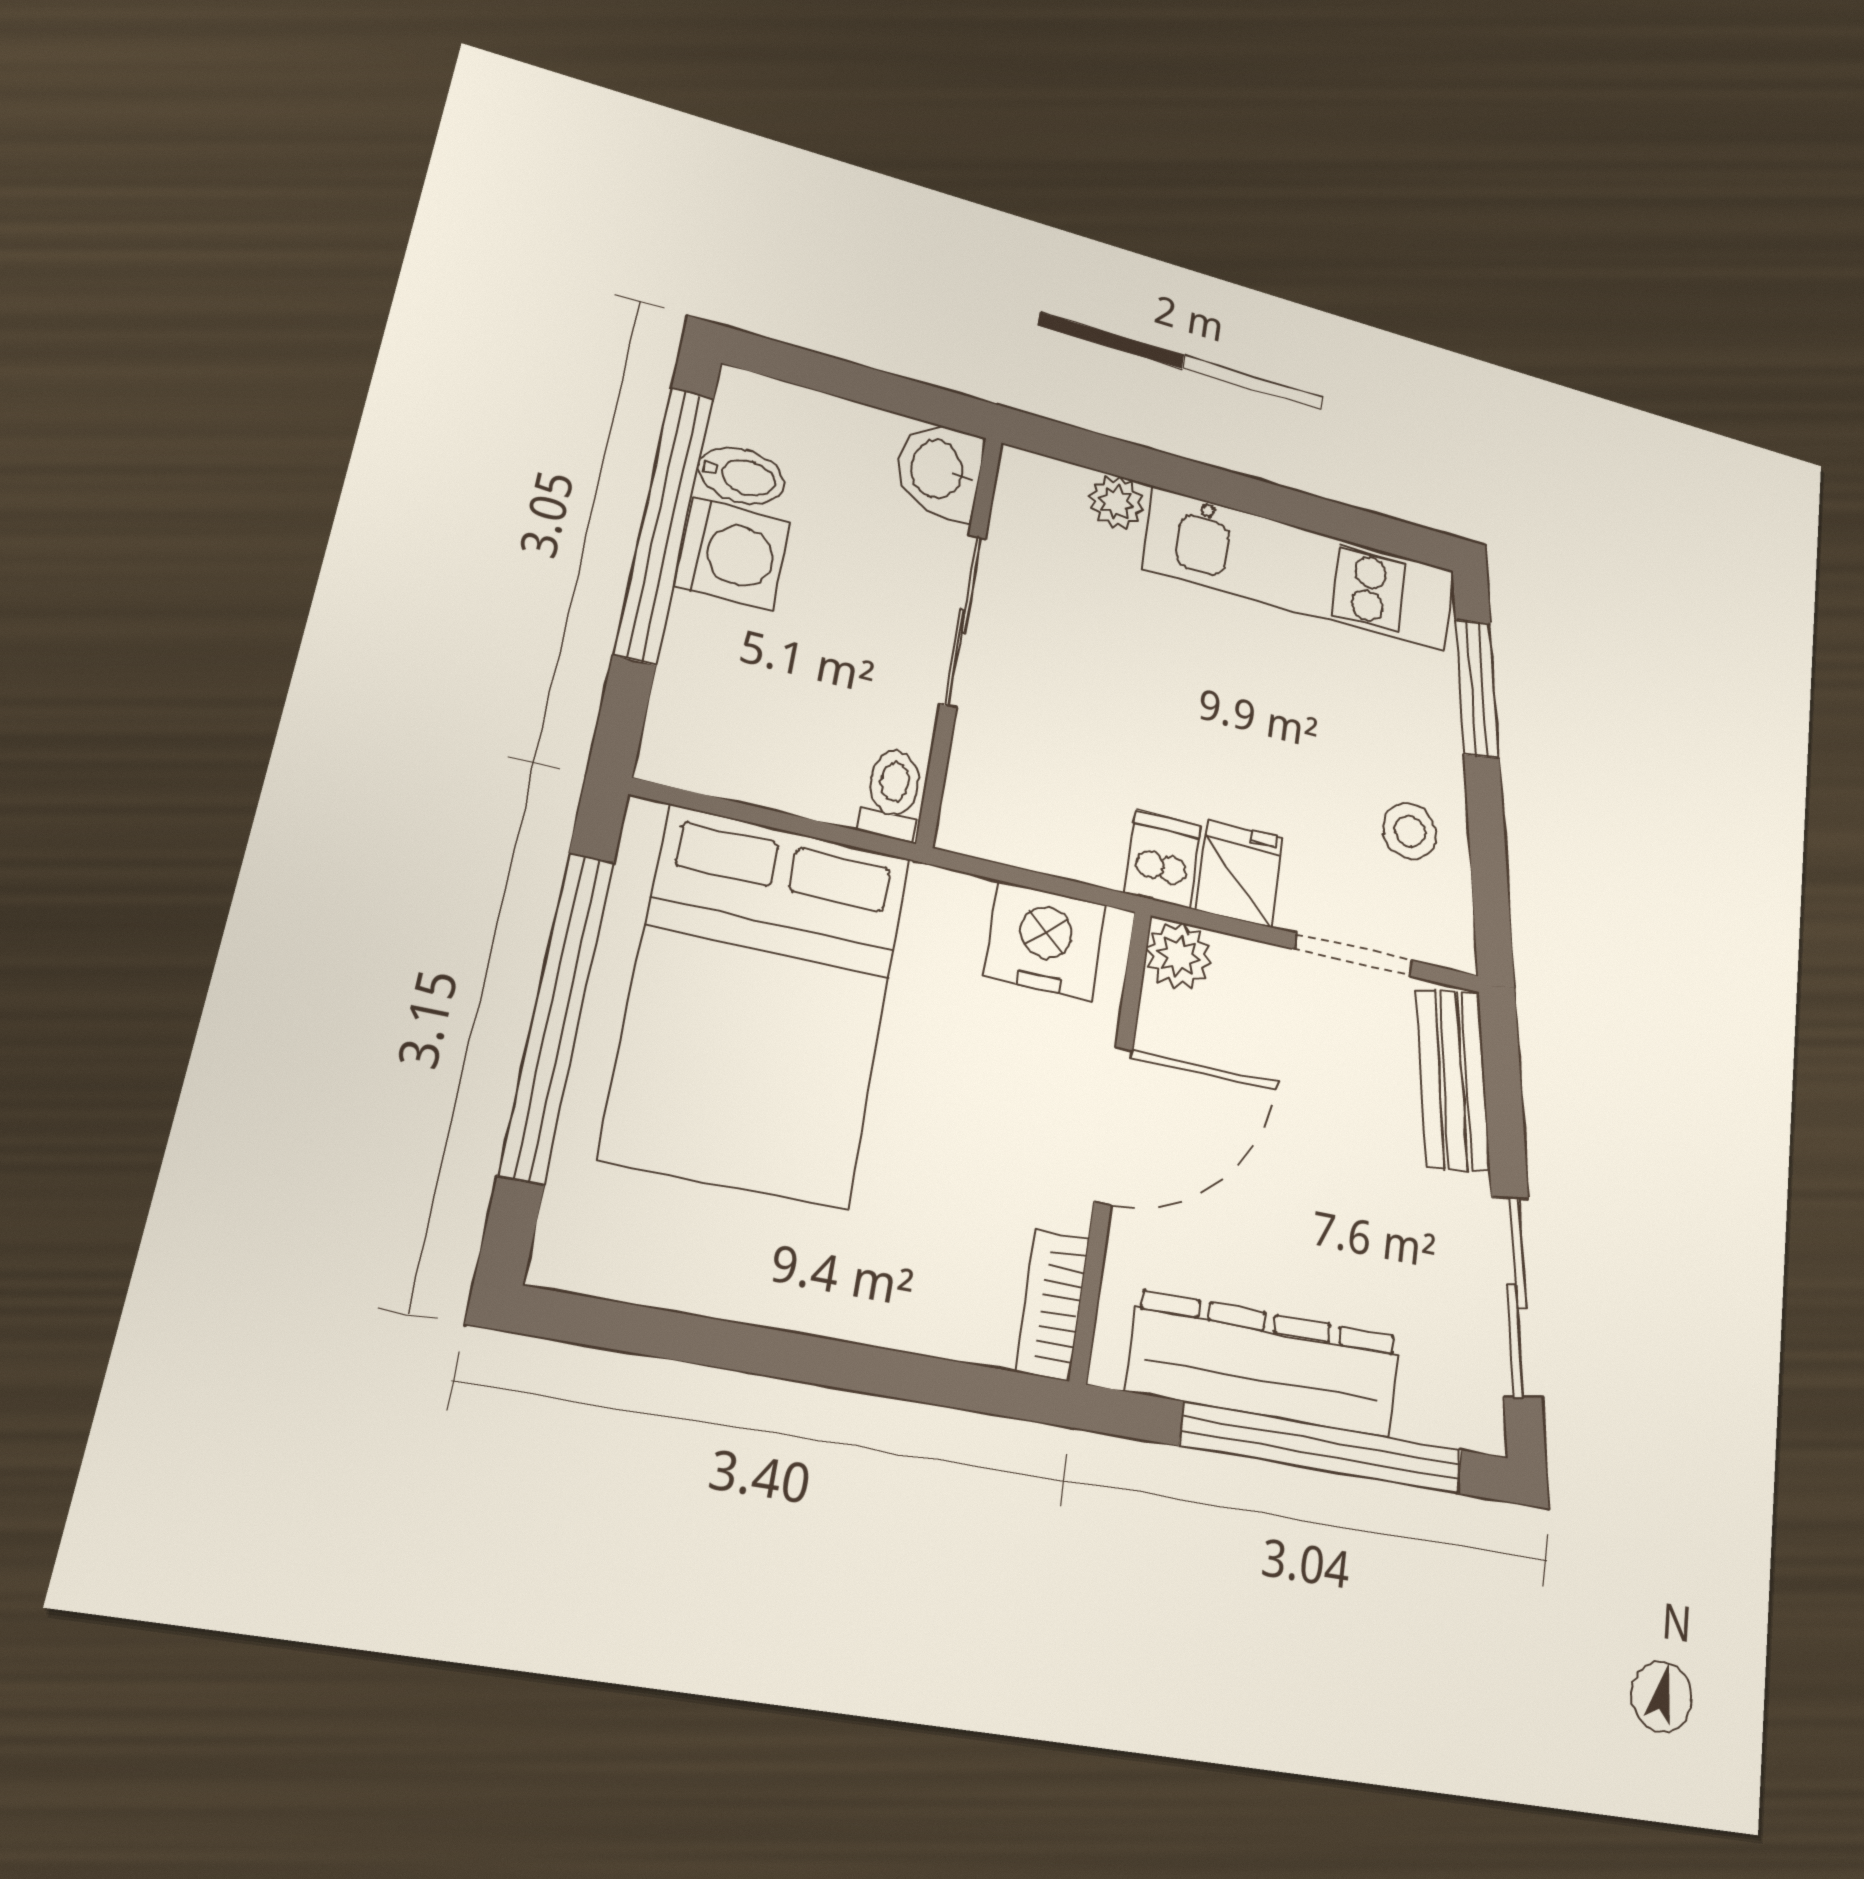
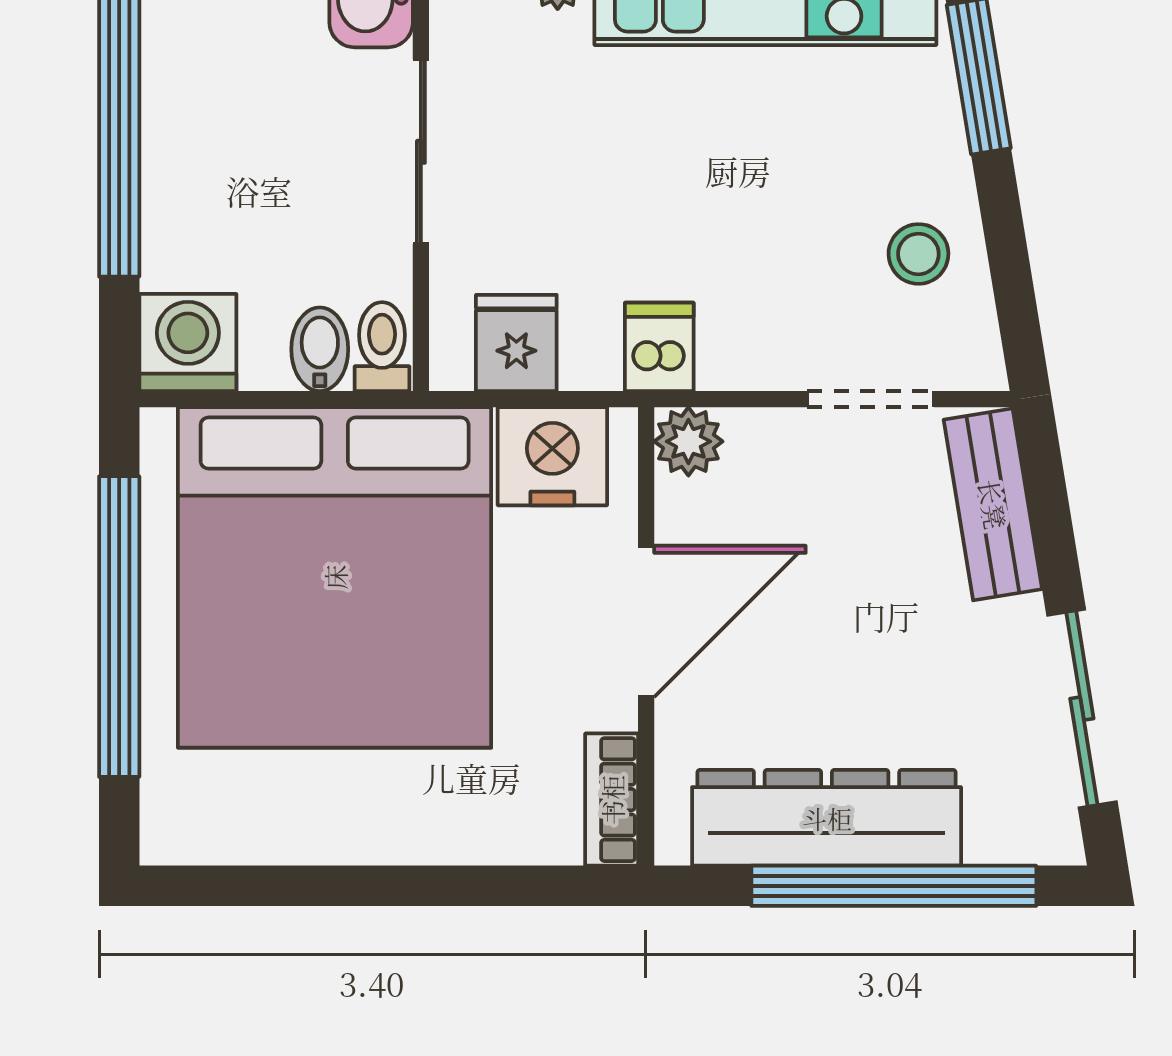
bidet: (741, 476) -> (320, 349), moved, turned -90
washing machine: (732, 554) -> (188, 343), moved, turned -90
fridge: (1239, 874) -> (516, 343), moved
bed: (758, 1004) -> (335, 577), width x1.36

